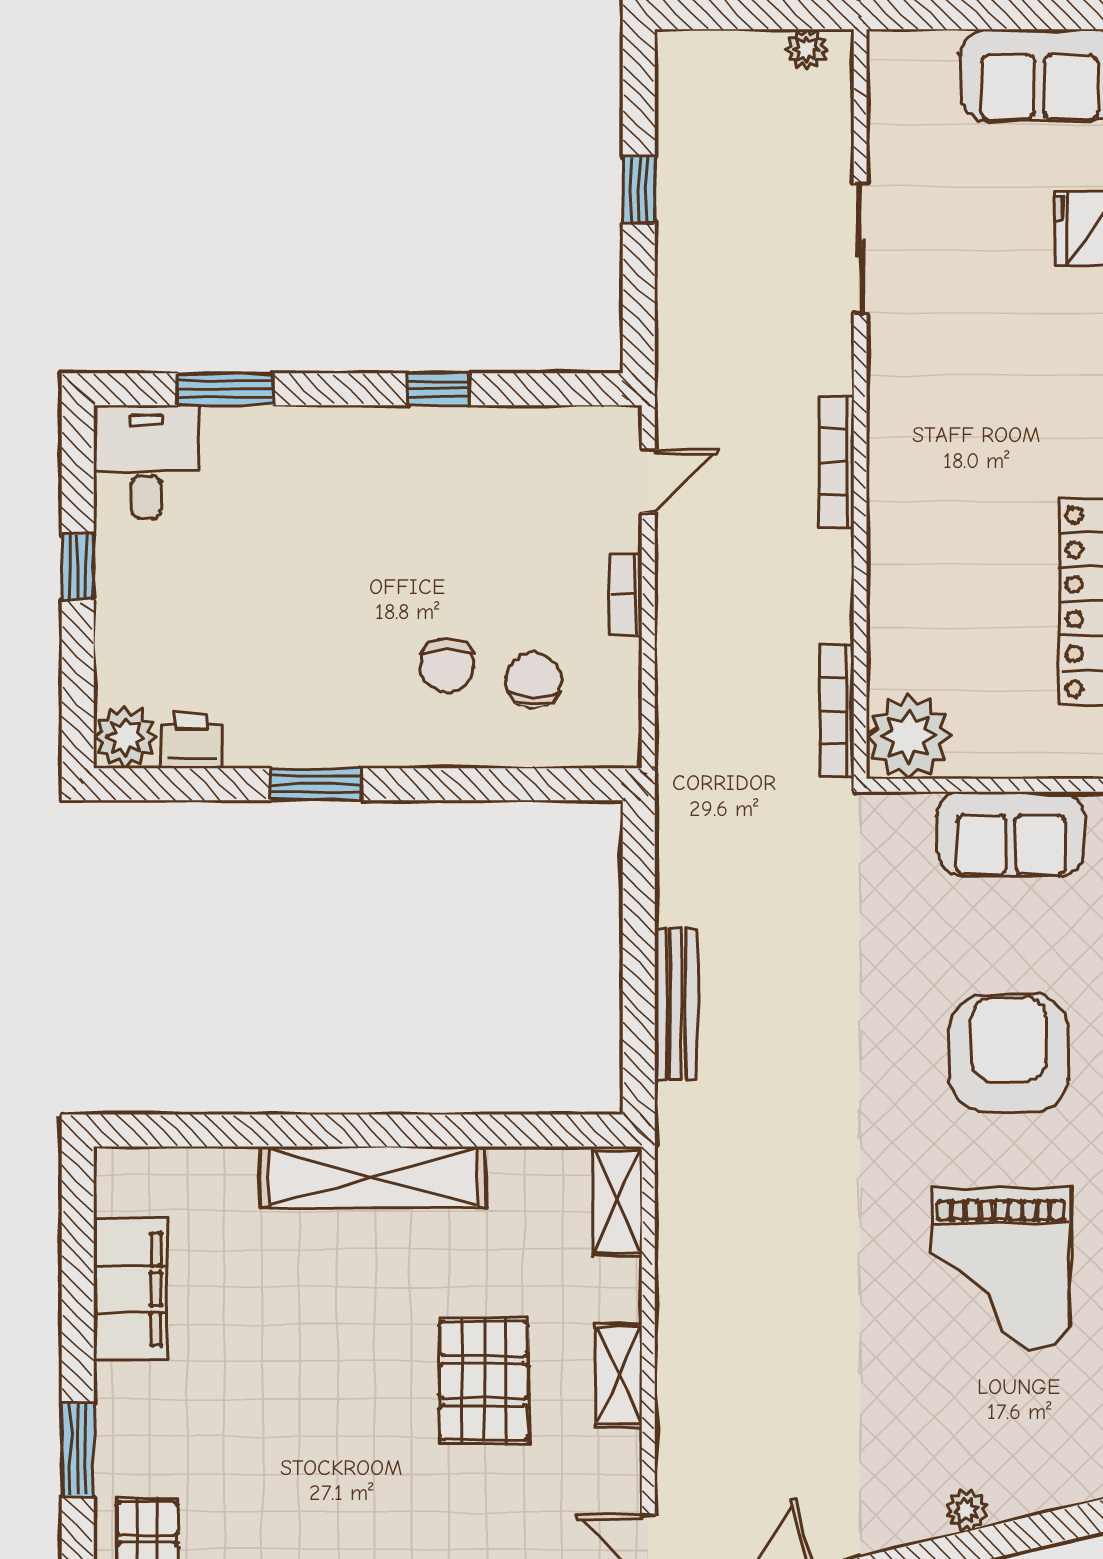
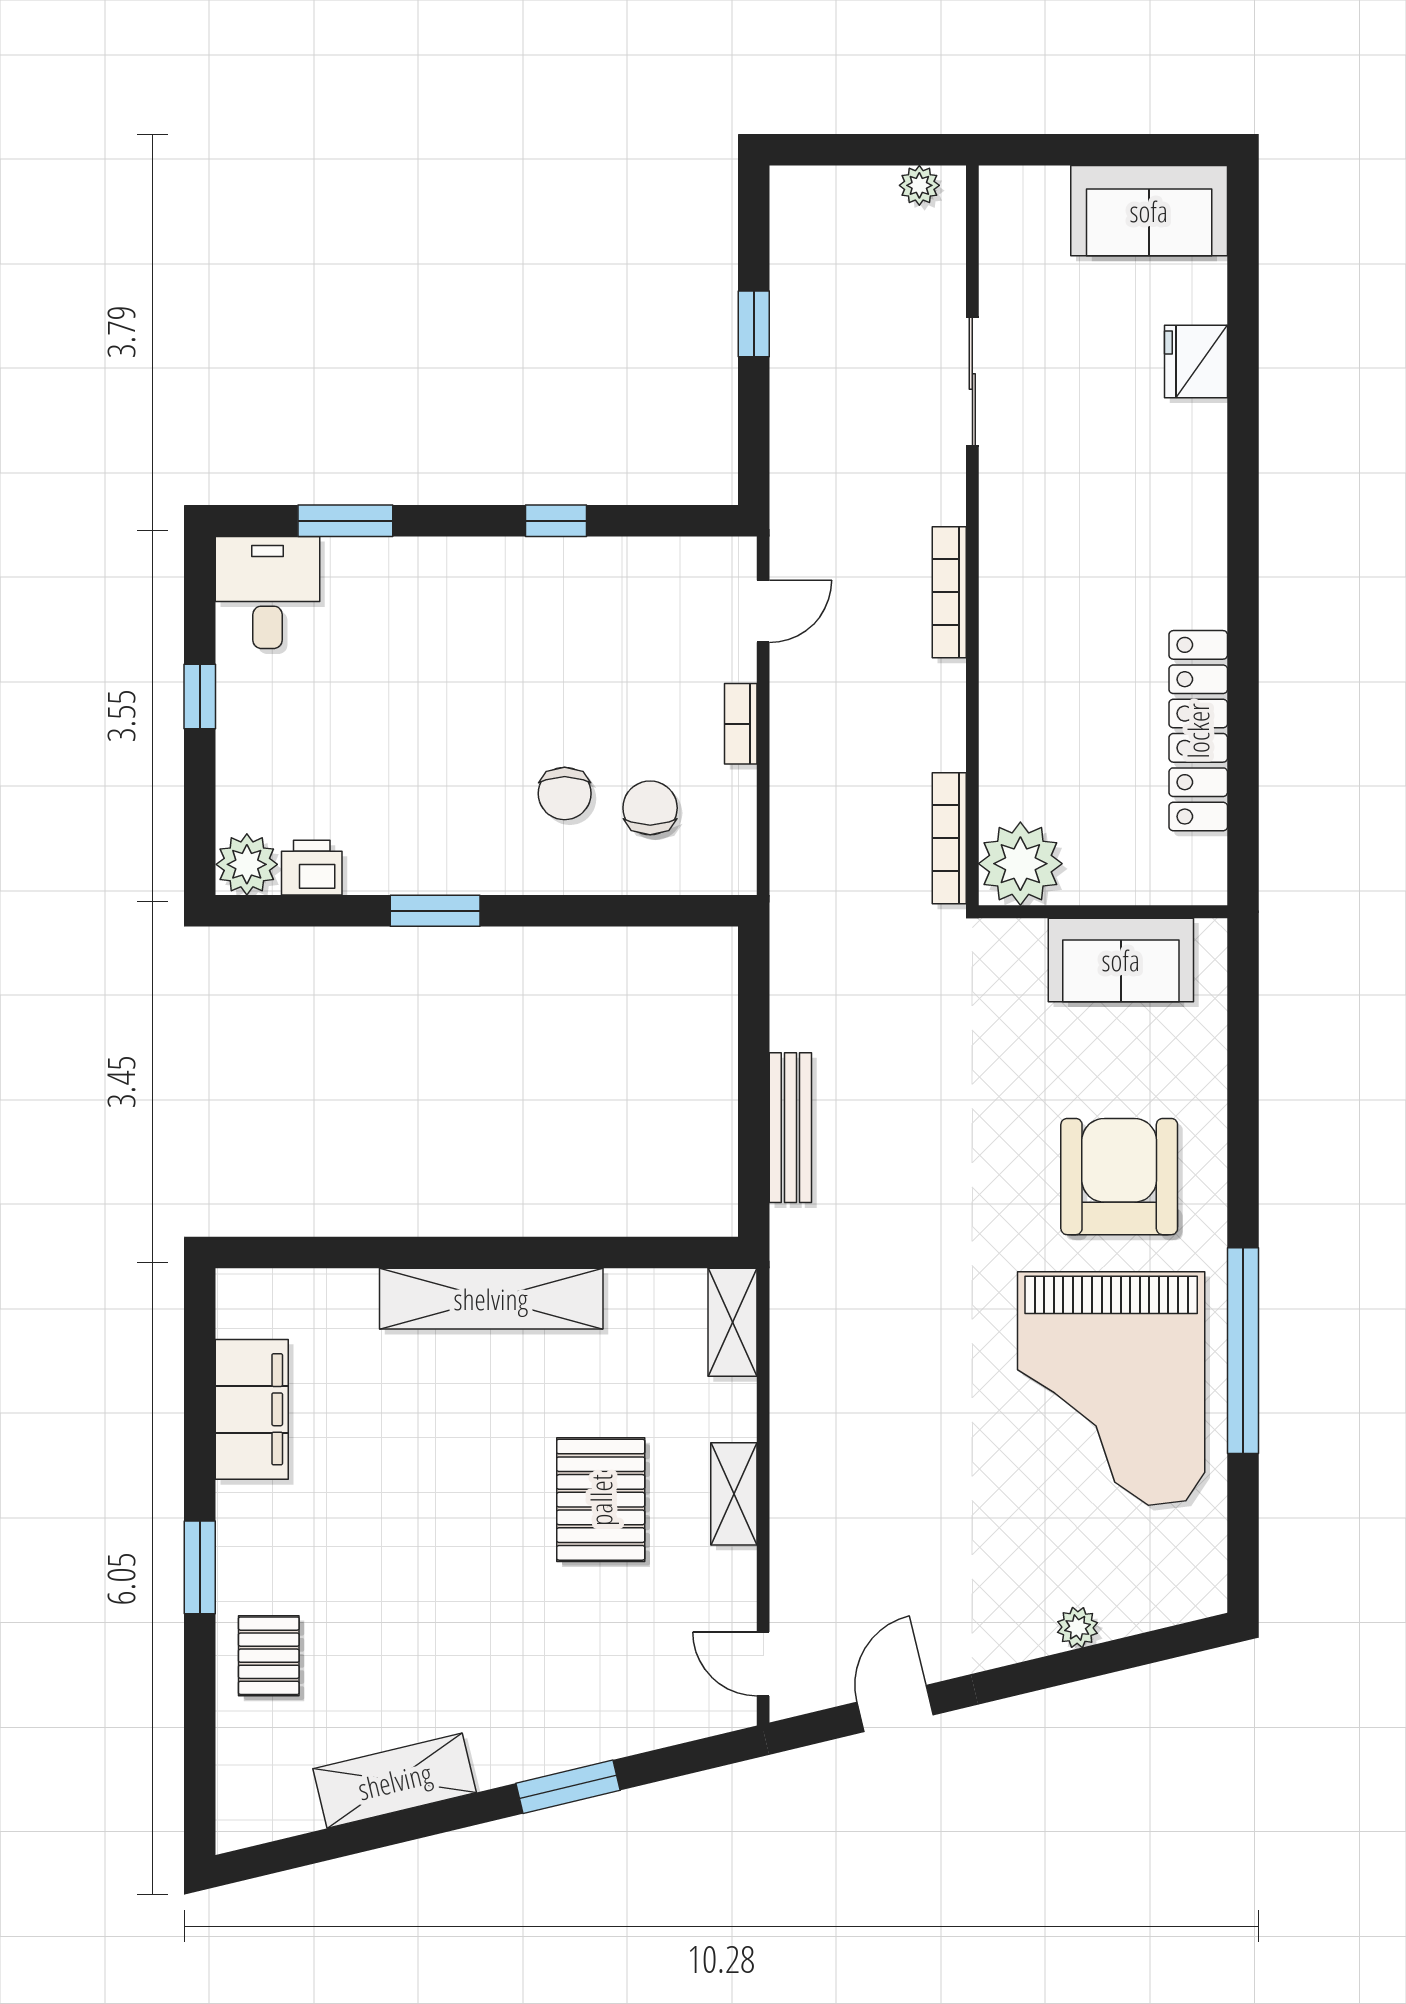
grand piano: (1001, 1268) -> (1111, 1388), width x1.37, depth x1.48

